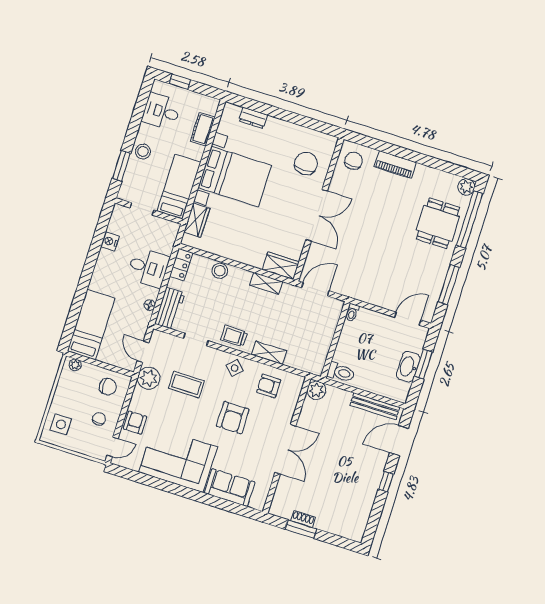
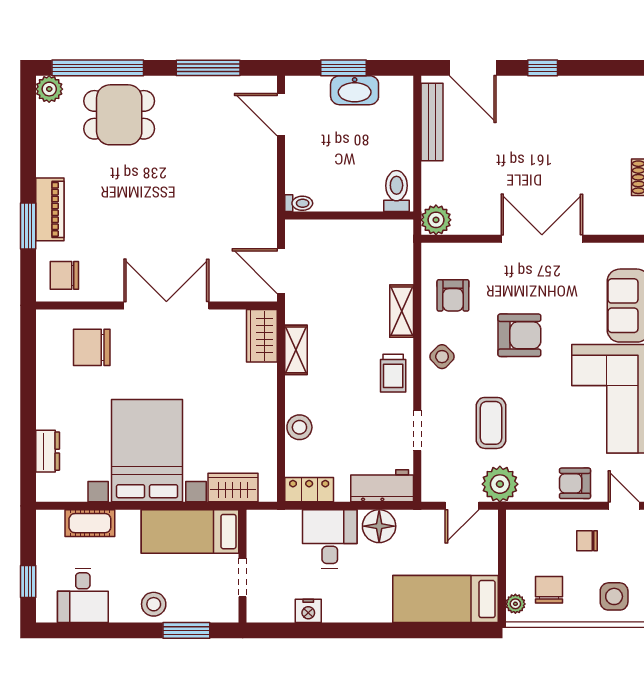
window: (390, 149) -> (28, 226), added
floor lamp: (150, 305) -> (379, 526), width x1.89, depth x1.89
chair: (108, 387) -> (549, 590), moved

